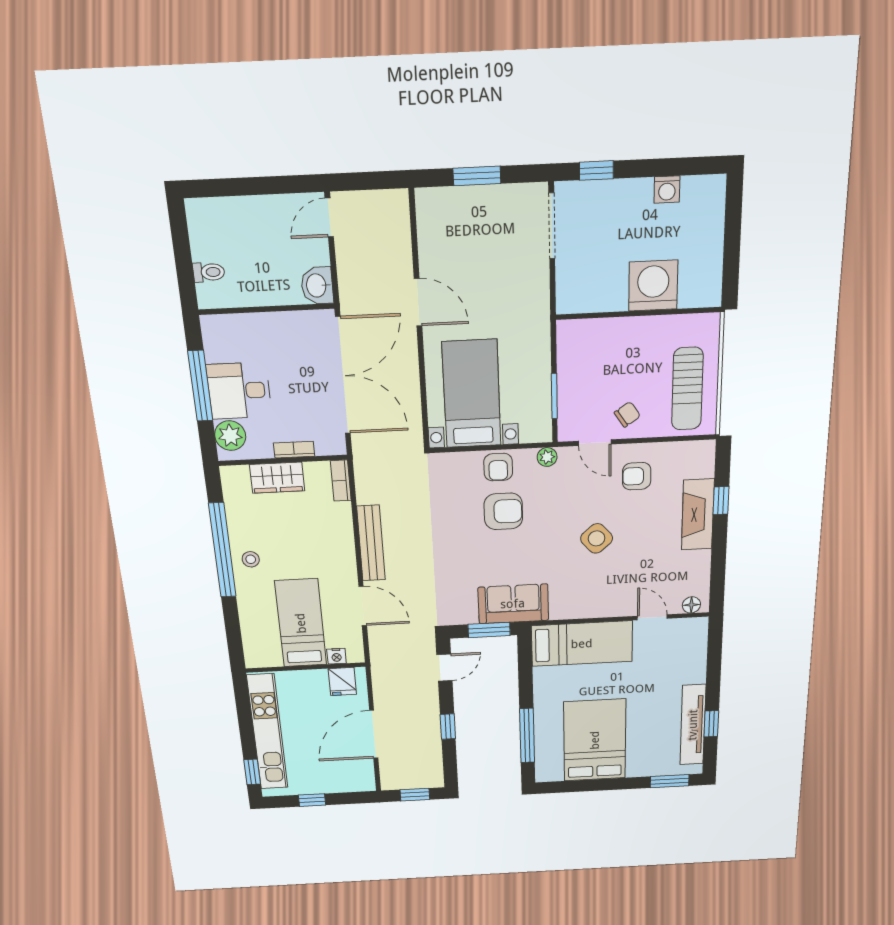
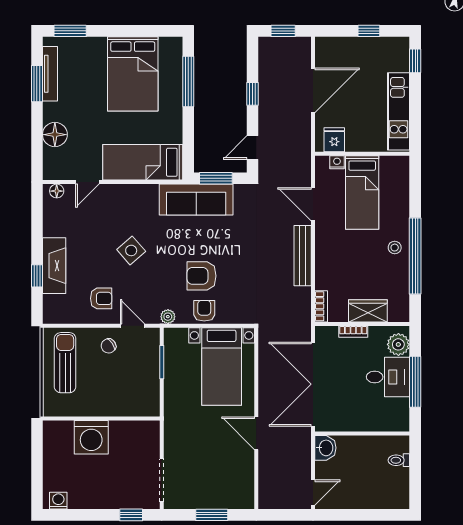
washing machine: (667, 190) -> (58, 501), moved
sofa: (513, 604) -> (196, 200), width x1.36
door: (652, 617) -> (87, 182), hinge flipped
floor lamp: (691, 669) -> (55, 135), added
window: (711, 724) -> (37, 84), width x1.50
tv unit: (693, 725) -> (50, 74), width x0.73, depth x0.78
kitchen unit: (267, 732) -> (399, 111), width x0.73

